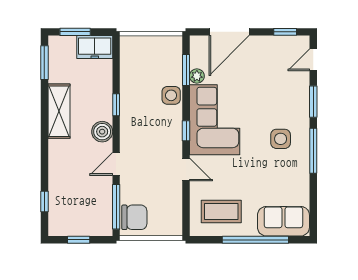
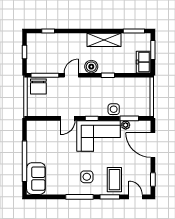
door: (116, 164) -> (71, 75), hinge flipped
coffee table: (221, 211) -> (114, 180), moved

